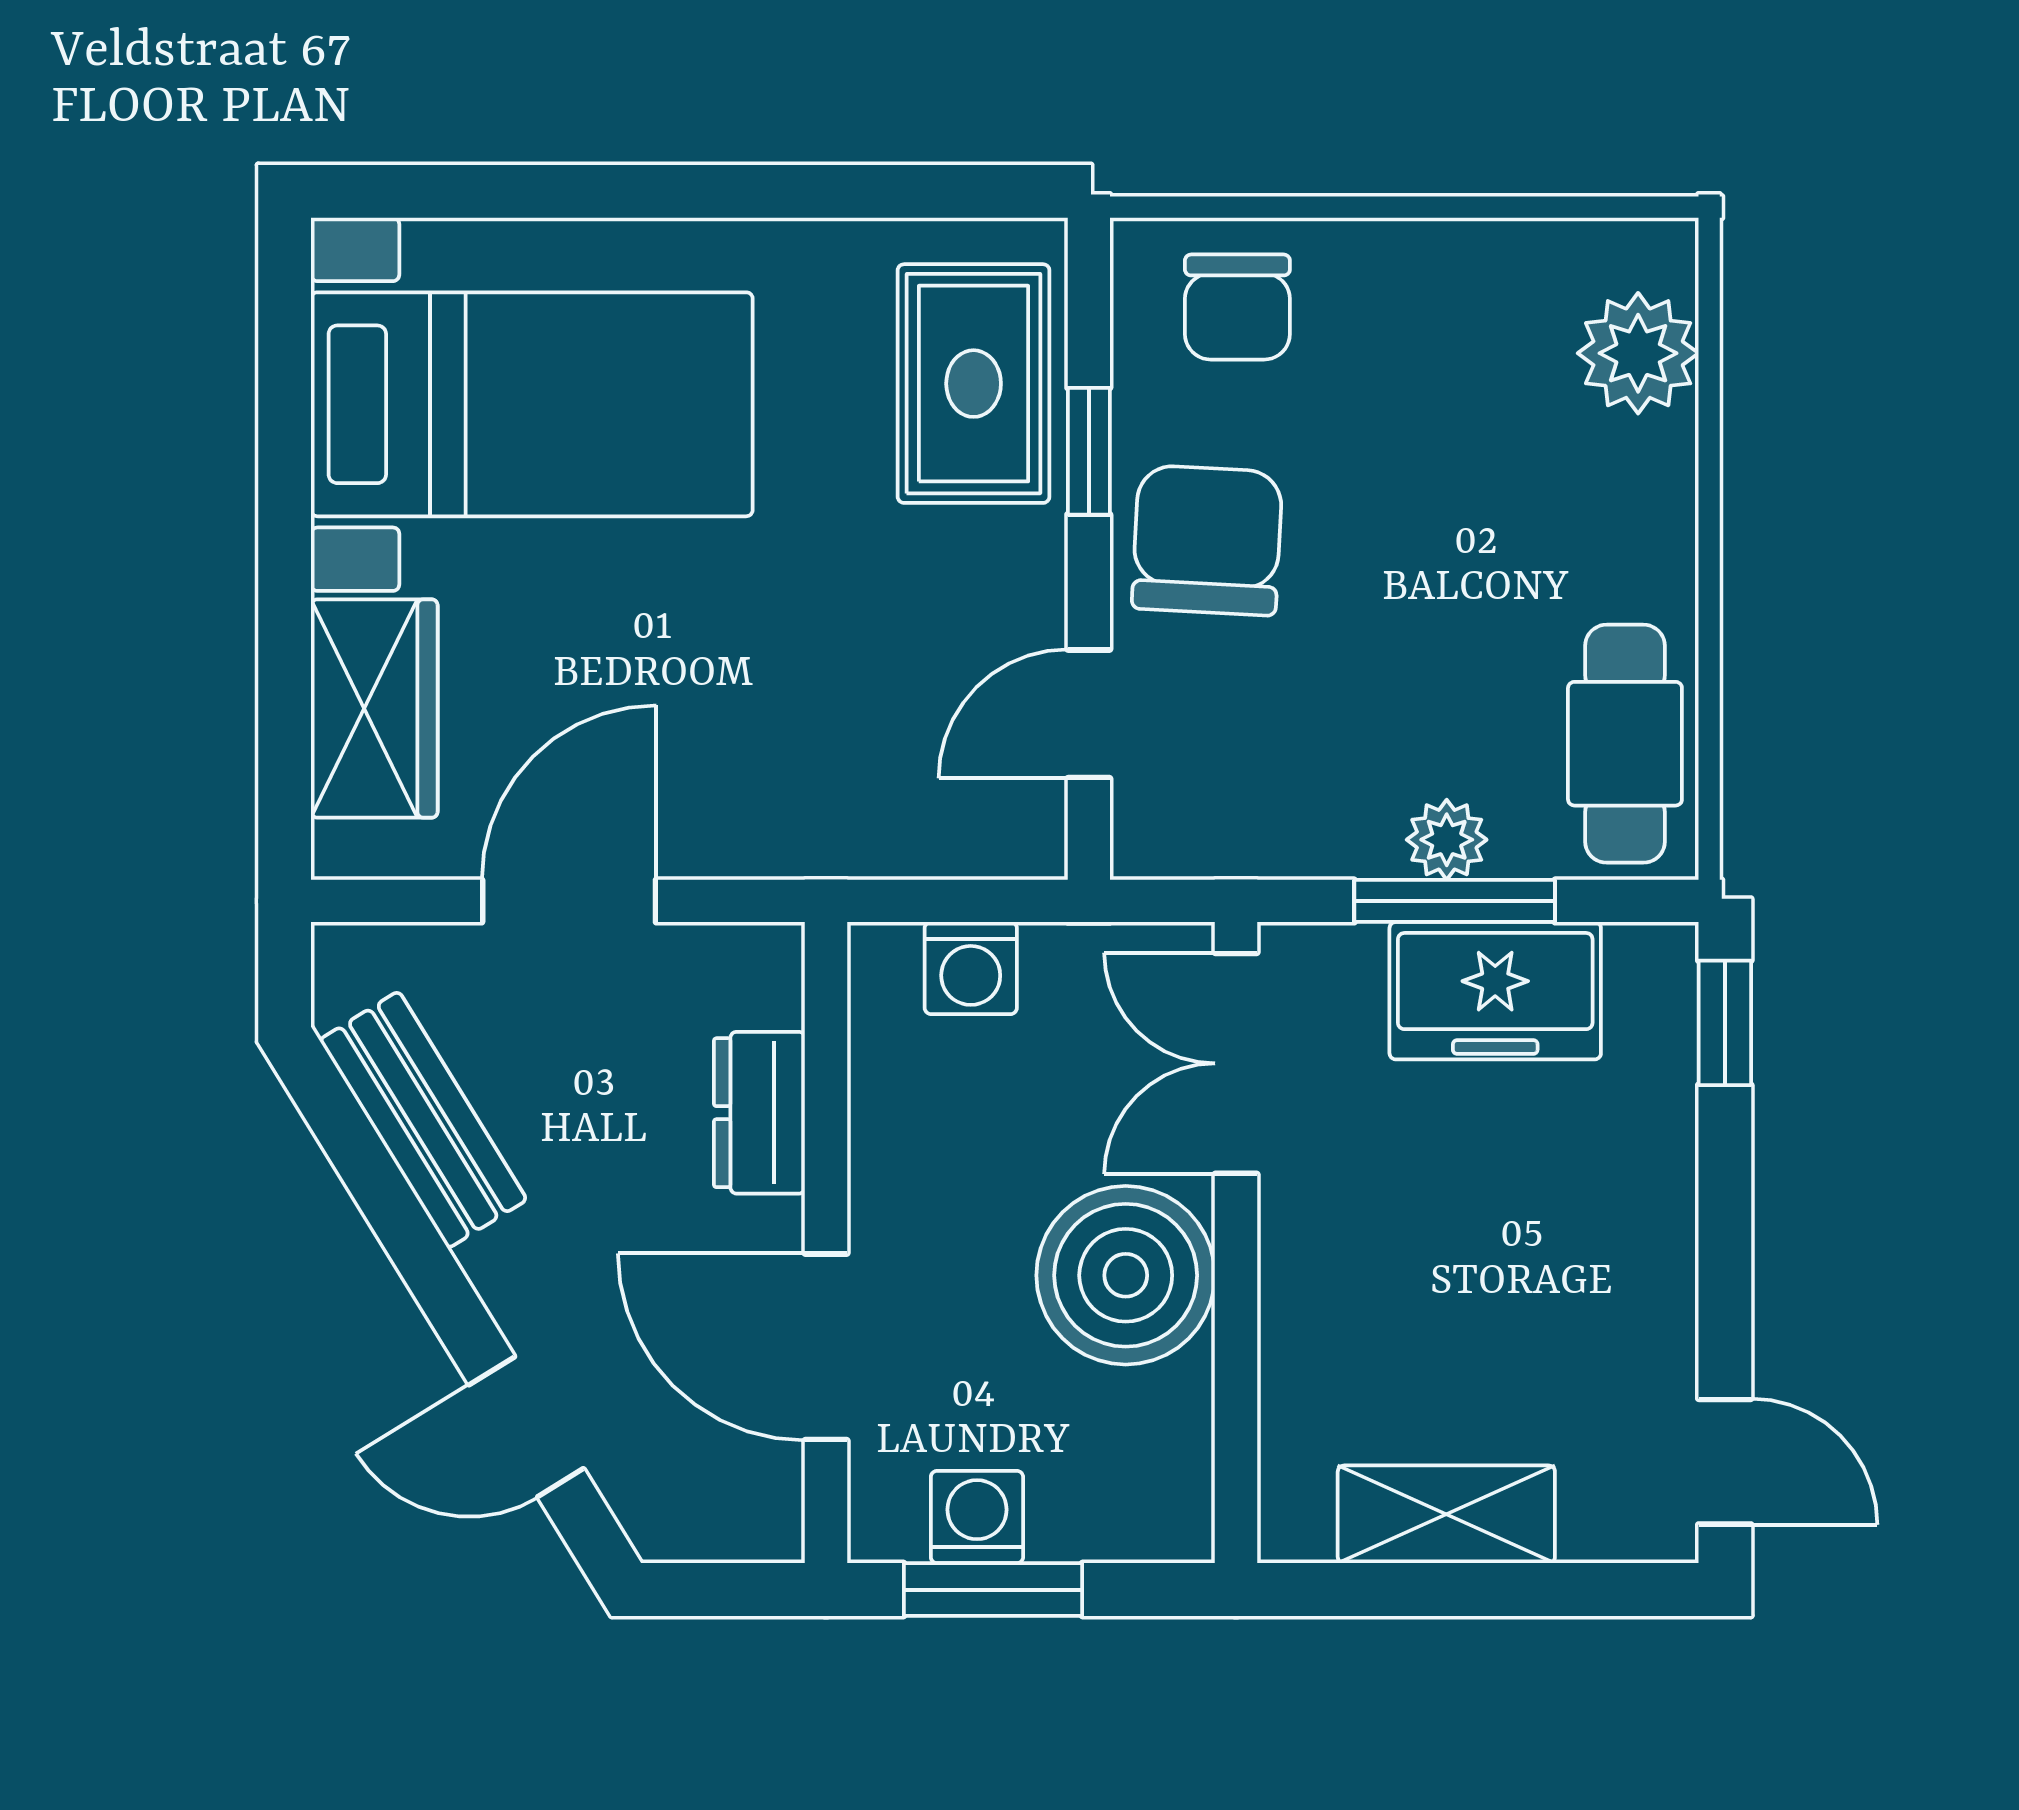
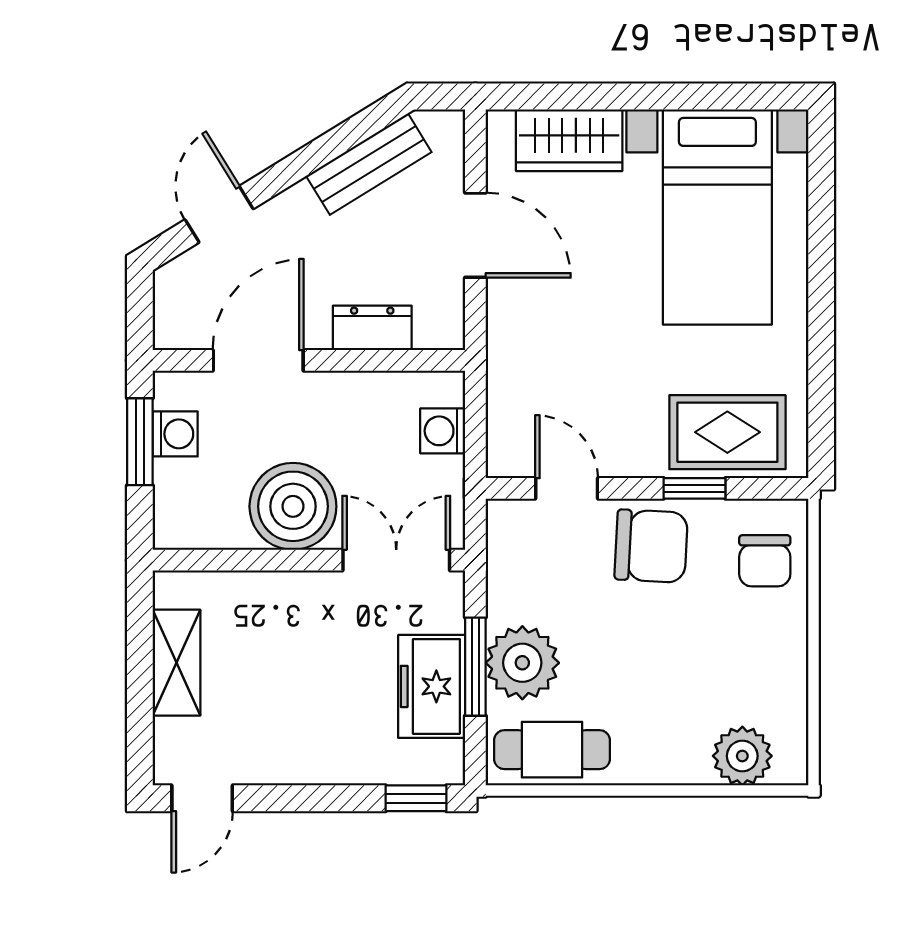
chair: (1237, 307) -> (765, 561), turned -90
plant: (1447, 840) -> (522, 663), width x1.87, depth x1.87

